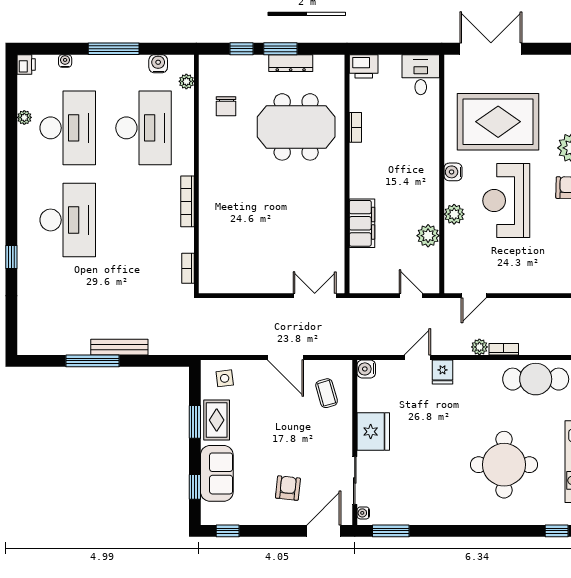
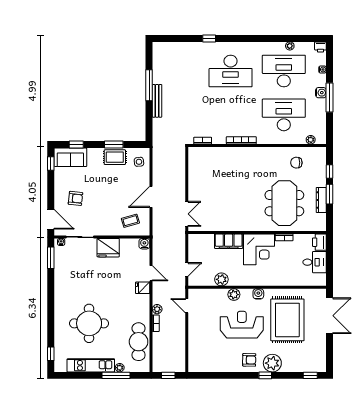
water cooler: (158, 64) -> (321, 93), moved
desk: (421, 75) -> (315, 262), moved
desk: (68, 128) -> (284, 71), turned 180
desk: (144, 128) -> (284, 115), turned 180
corner desk: (376, 171) -> (259, 249), added
sofa: (217, 473) -> (70, 157), moved

